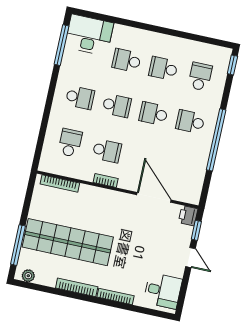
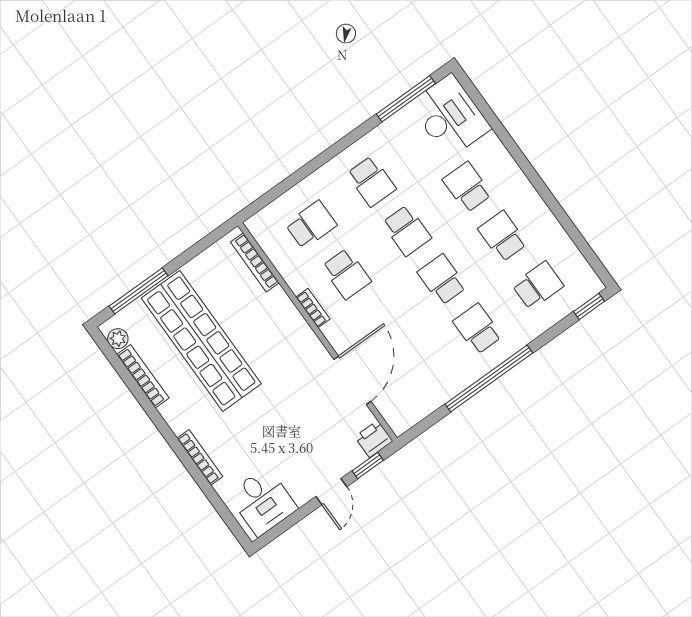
bookcase: (77, 287) -> (143, 376), moved

